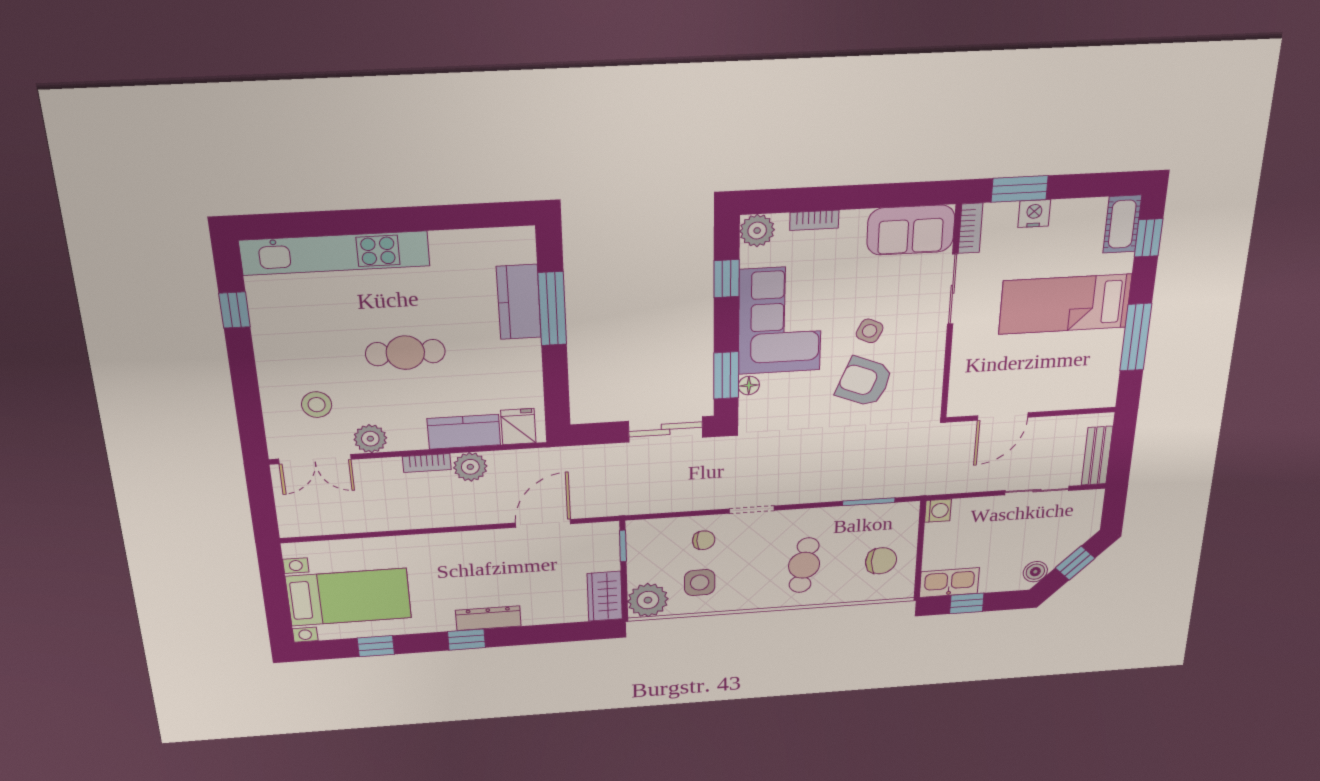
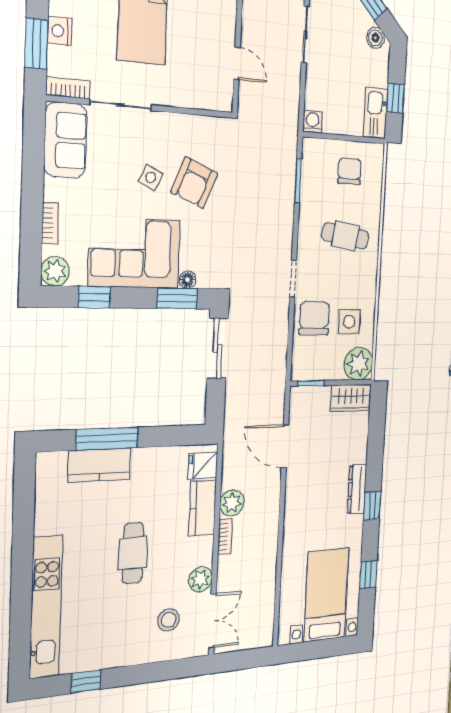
door: (1003, 416) -> (237, 63), width x0.73
chair: (704, 540) -> (314, 318), width x1.87, depth x1.87

